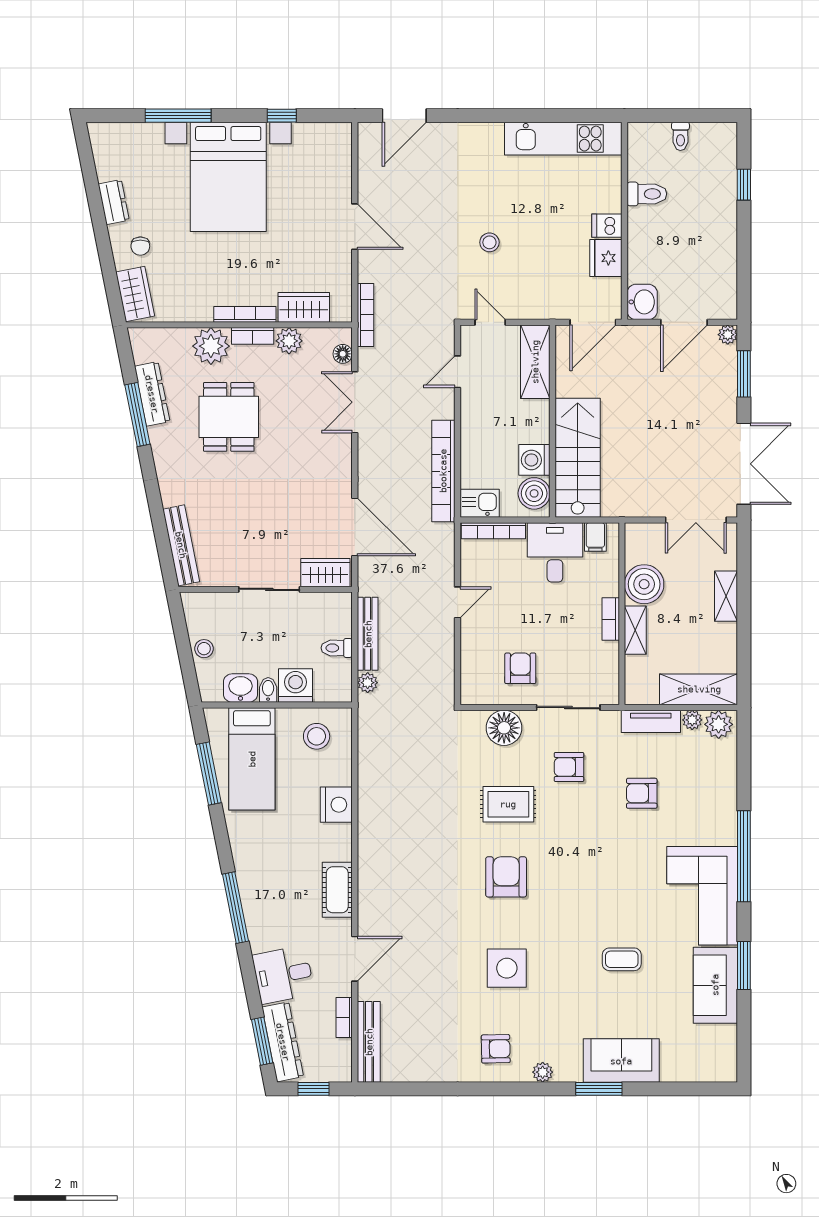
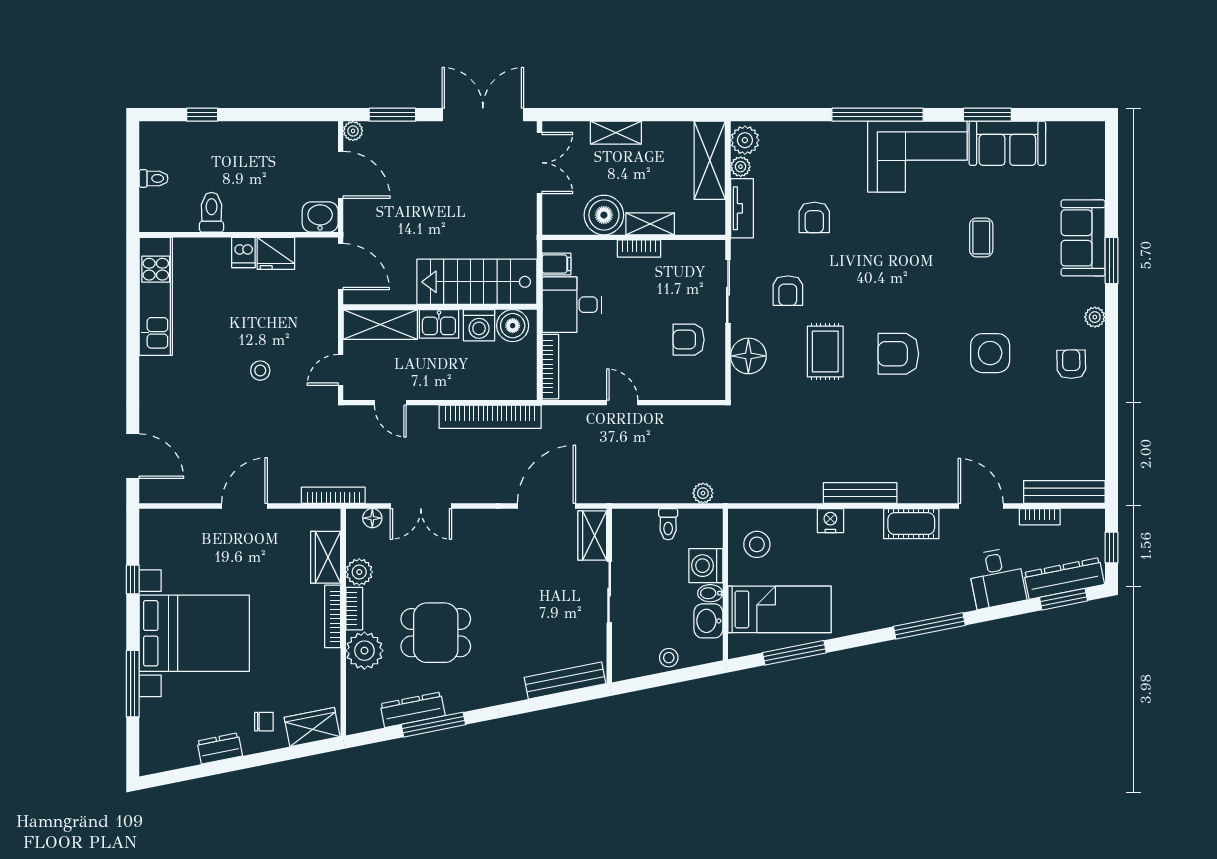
kitchen sink: (480, 503) -> (439, 324), moved, turned -90
bench: (368, 634) -> (860, 493), moved
nightstand: (336, 805) -> (830, 521), width x0.74, depth x0.75

